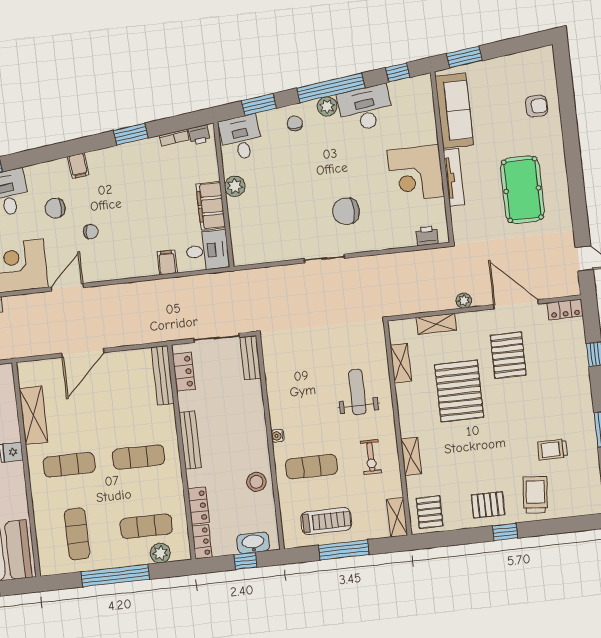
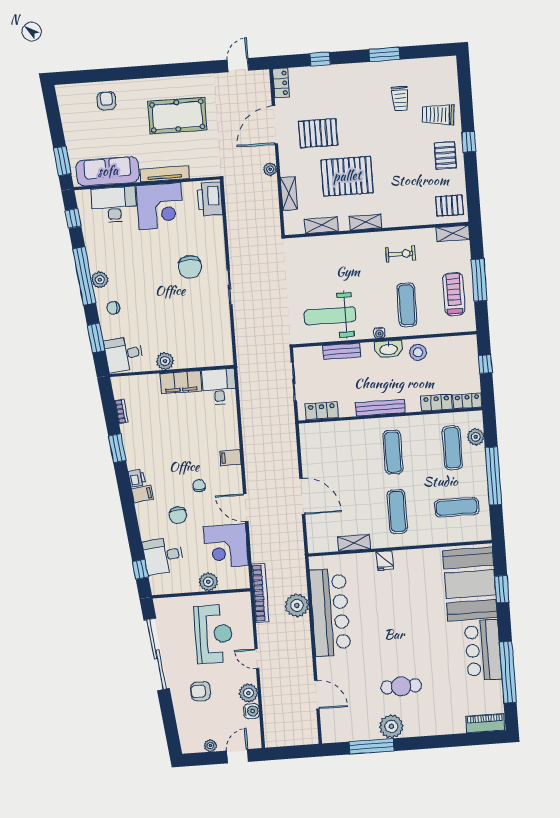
desk: (365, 108) -> (114, 205), moved, turned 97
printer: (199, 135) -> (137, 478), moved
printer: (427, 236) -> (210, 199), width x1.87, depth x1.48
filing cabinet: (167, 262) -> (230, 458), moved
bench: (250, 358) -> (342, 351), moved
bench: (163, 375) -> (324, 429), removed
weight bench: (357, 392) -> (330, 316), moved, width x1.36, depth x1.33
shelving: (33, 415) -> (354, 543), width x0.67, depth x0.75
shelving: (411, 456) -> (366, 222), moved
washbasin: (253, 543) -> (389, 349), moved, turned -90

